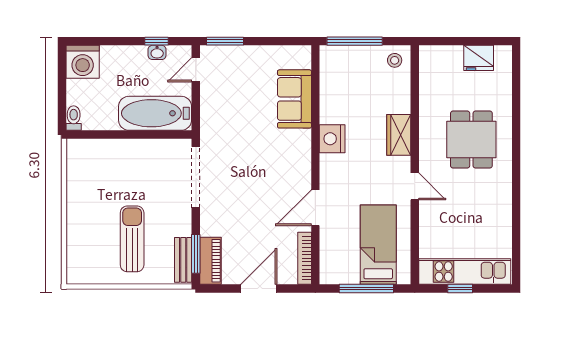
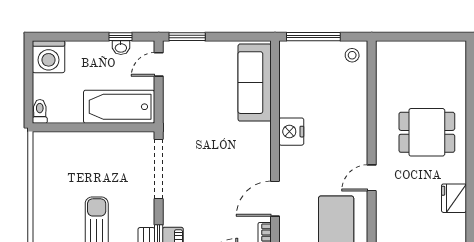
fridge: (479, 58) -> (454, 198), moved, turned 90
sofa: (294, 99) -> (255, 83), width x1.36
wardrobe: (399, 135) -> (356, 128), removed
dining table: (471, 140) -> (427, 132), turned 90
door: (415, 186) -> (372, 178), swing flipped

